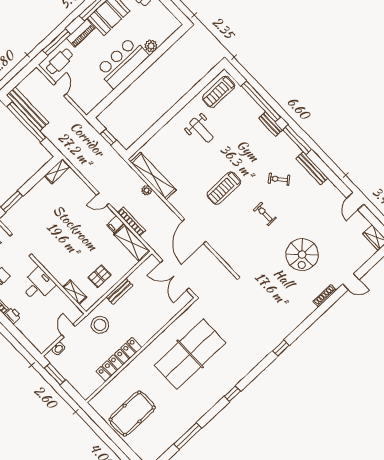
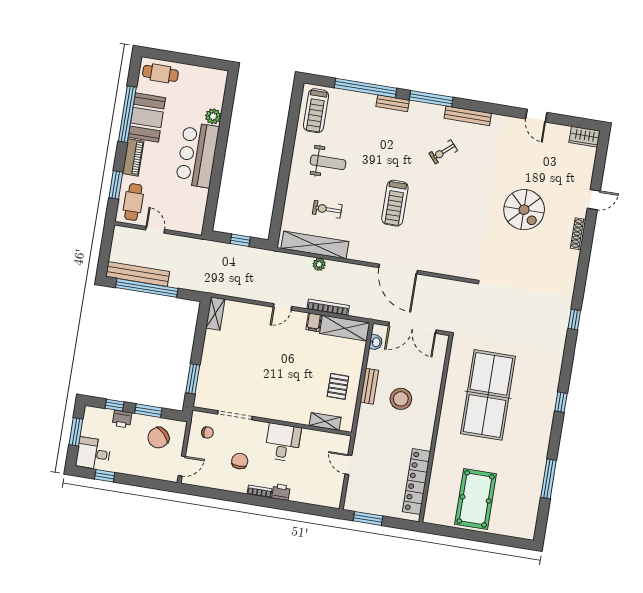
window: (57, 42) -> (116, 185), width x0.69
exercise bike: (265, 214) -> (327, 209), moved
stool: (100, 325) -> (401, 399), moved
washbasin: (58, 348) -> (376, 342), moved
locker: (119, 359) -> (416, 482), moved

